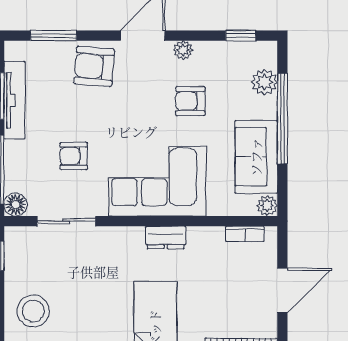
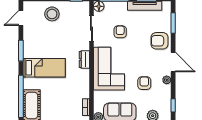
armchair: (94, 66) -> (160, 41), turned -95
dresser: (166, 237) -> (84, 60), moved

